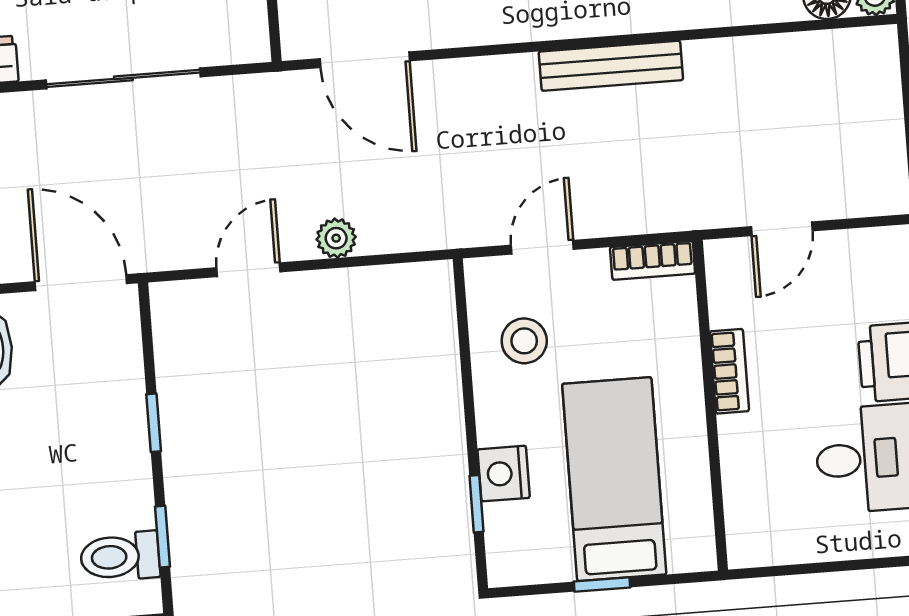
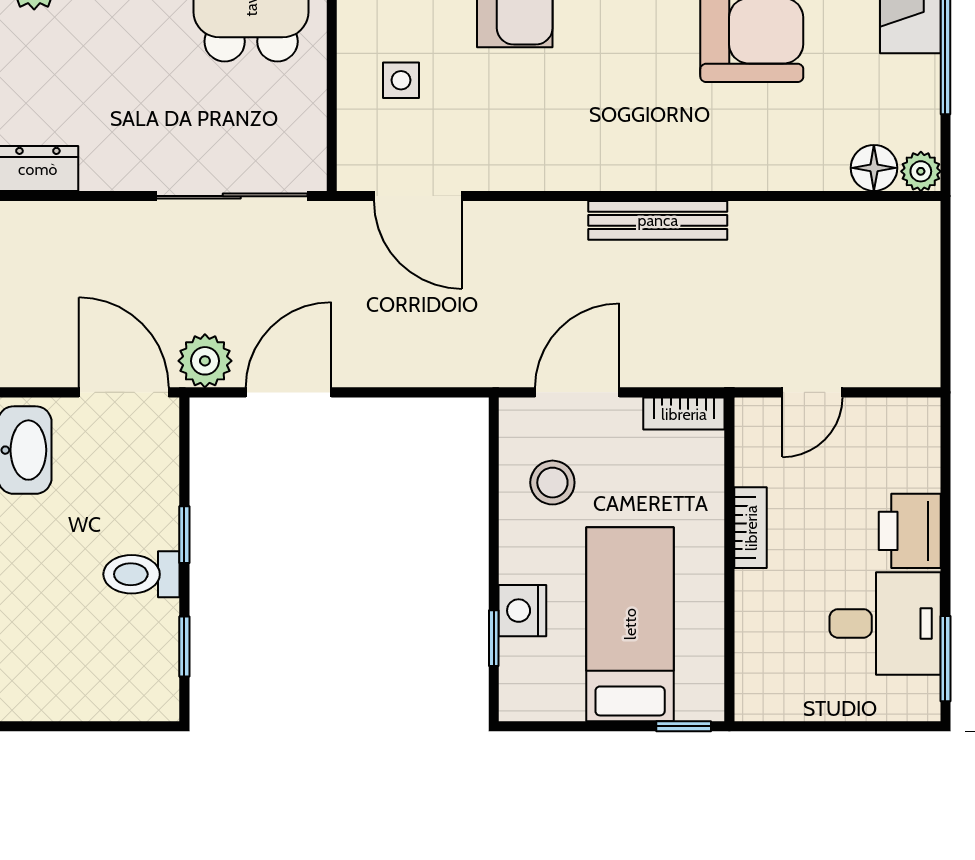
sliding door: (123, 78) -> (232, 196), moved
plant: (336, 238) -> (205, 361), moved, width x1.38, depth x1.38
door: (542, 247) -> (577, 392), width x1.38
door: (248, 270) -> (289, 392), width x1.38
toilet: (120, 557) -> (141, 574), moved
window: (602, 584) -> (684, 726), moved

